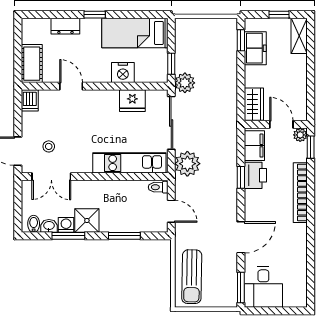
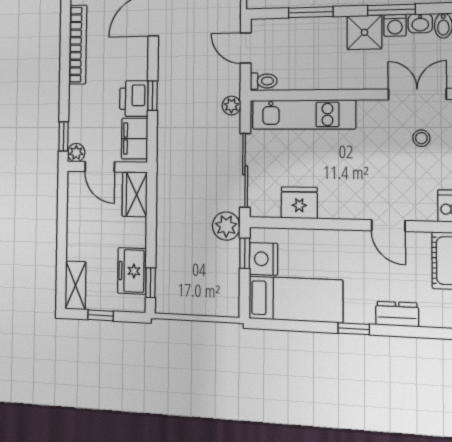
nightstand: (123, 73) -> (264, 259), moved, turned -90
plant: (187, 164) -> (231, 106), width x0.53, depth x0.53
bookcase: (300, 193) -> (78, 45), moved

